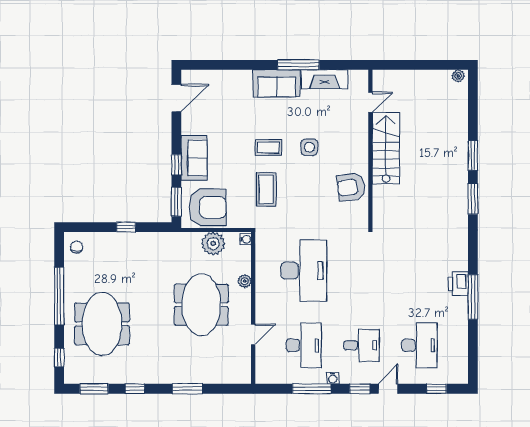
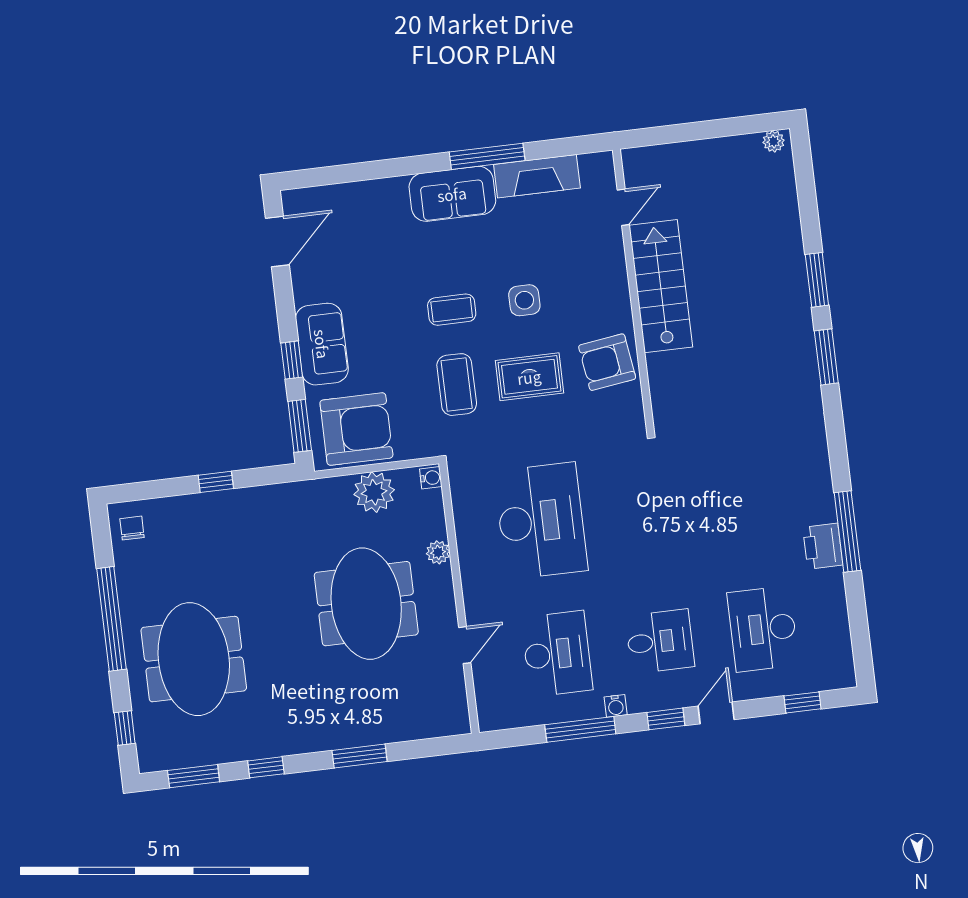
rug: (307, 190) -> (529, 377), added
printer: (458, 284) -> (823, 546), moved
desk: (419, 345) -> (763, 629), turned 180

